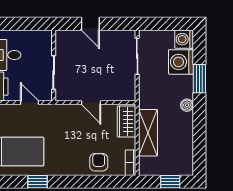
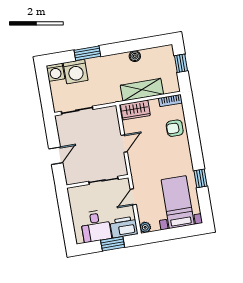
boiler: (187, 105) -> (135, 56), moved

